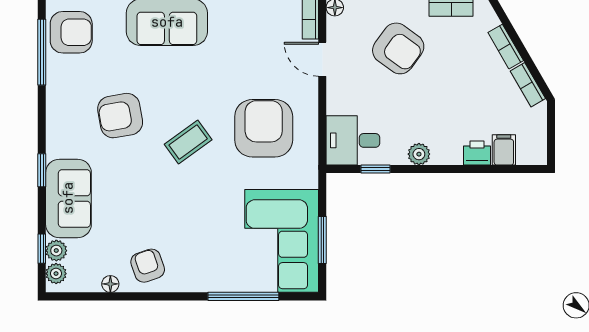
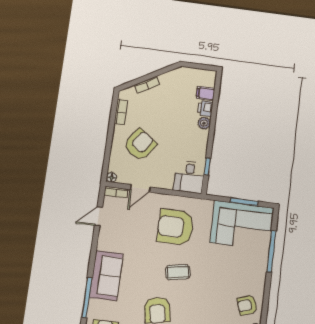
bookcase: (528, 85) -> (170, 75), removed
coffee table: (188, 142) -> (178, 272), turned -64
plant: (419, 154) -> (204, 123), moved

